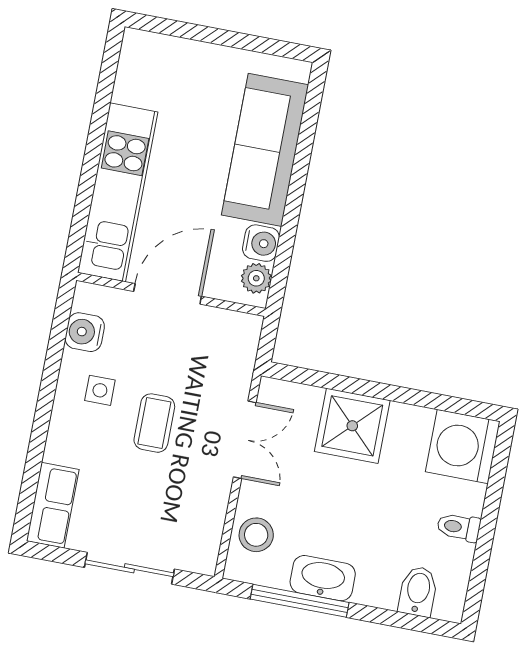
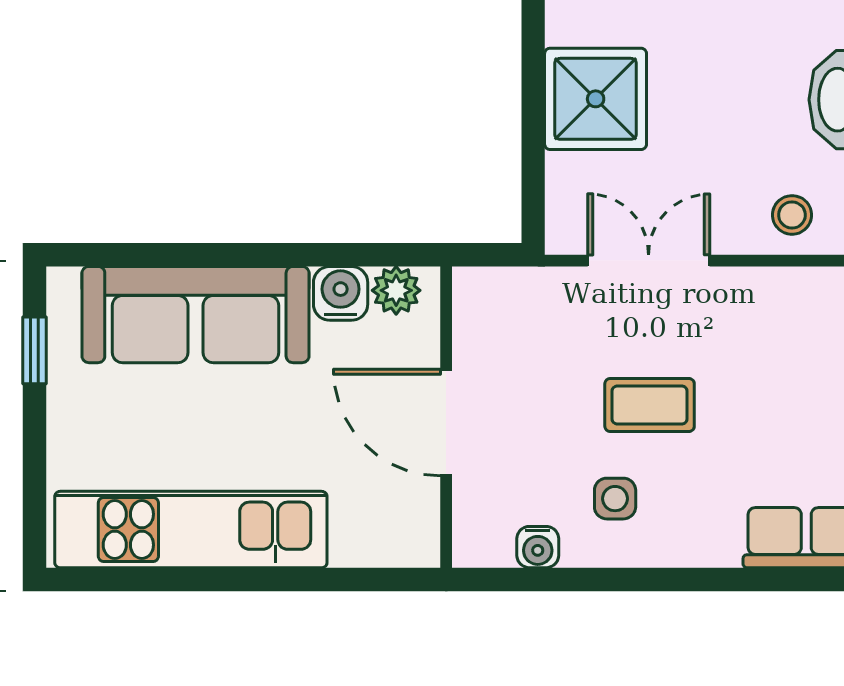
window: (262, 45) -> (35, 350), added
kitchen unit: (118, 192) -> (191, 530), moved
water cooler: (85, 332) -> (538, 547), width x0.72, depth x0.72
stool: (256, 535) -> (792, 215), width x0.73, depth x0.73

